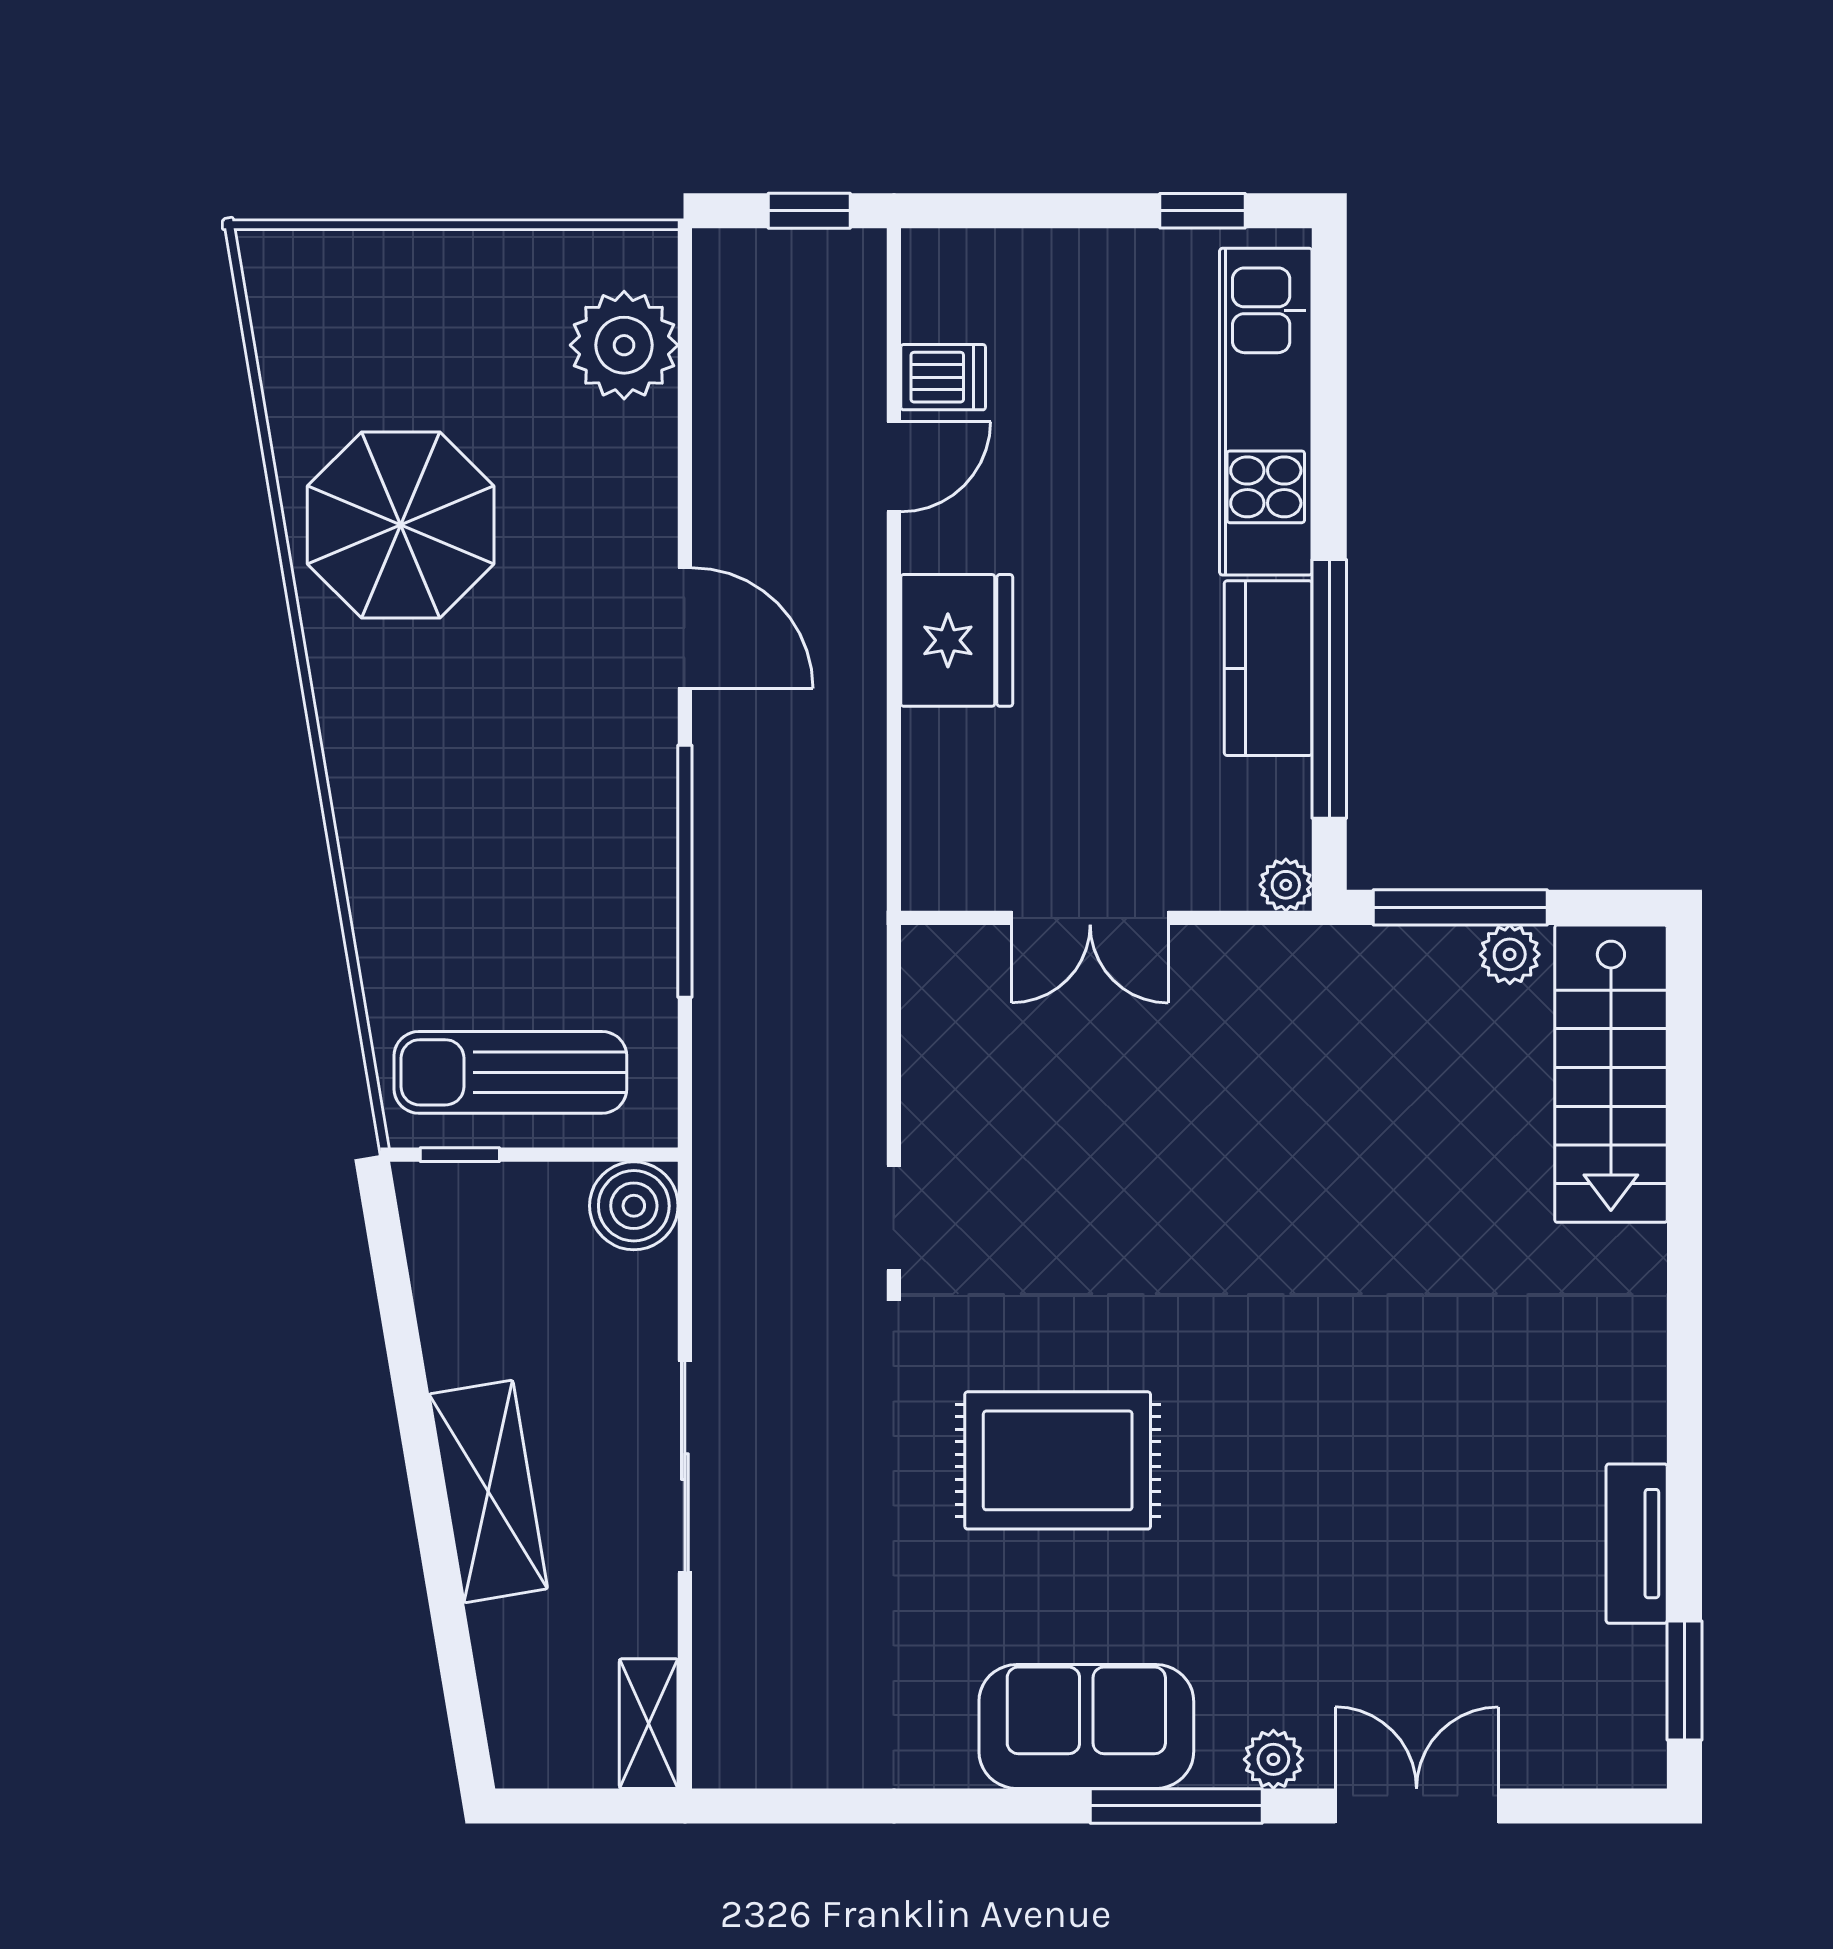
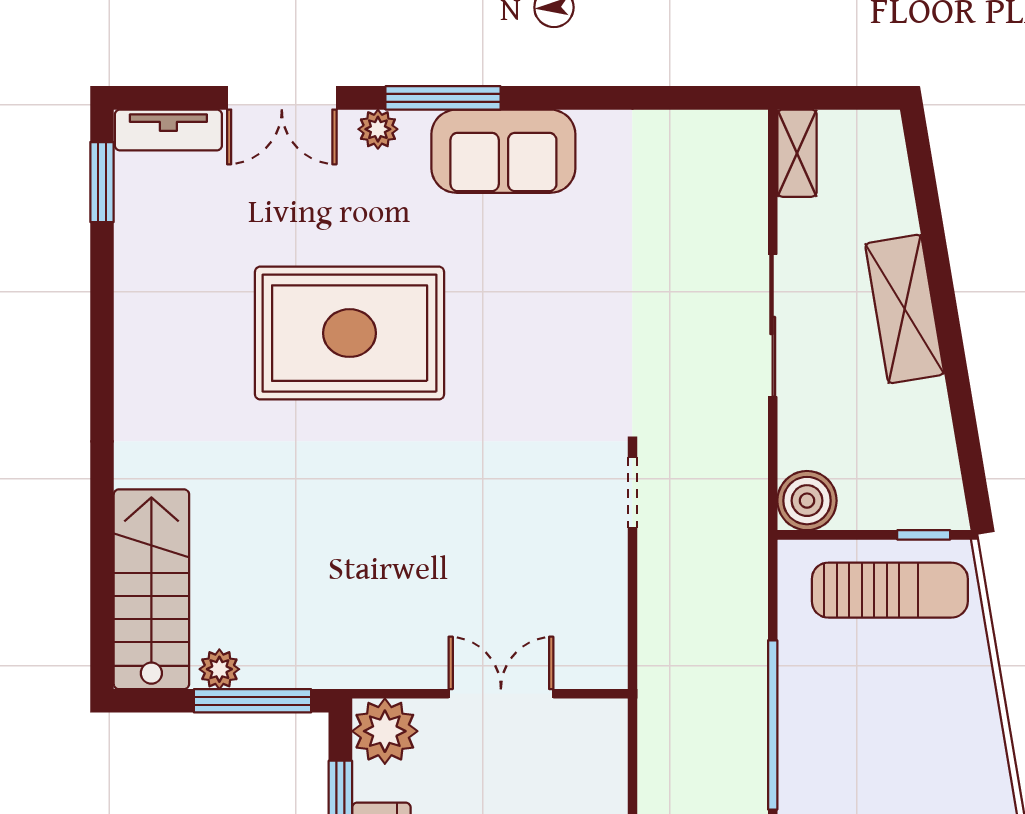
plant: (1286, 885) -> (385, 731), width x1.88, depth x1.88
rug: (1058, 1460) -> (350, 333), moved, width x1.37, depth x1.44
tv unit: (1637, 1544) -> (168, 130), moved, turned 90

